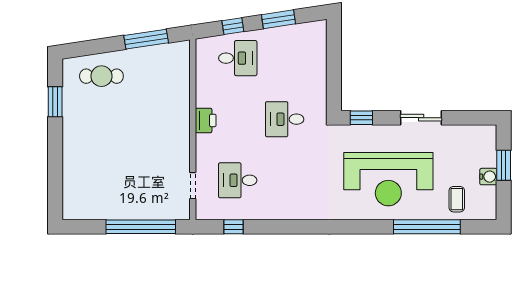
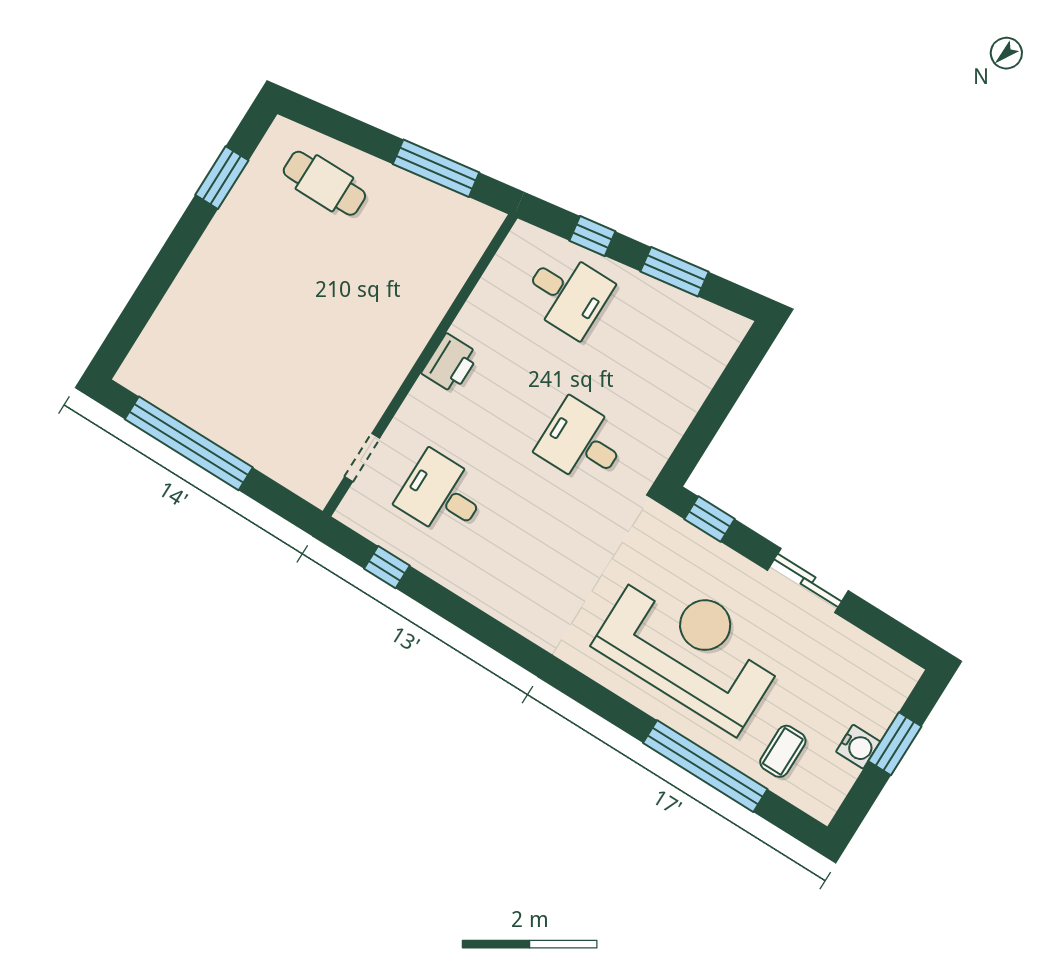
reception desk: (388, 179) -> (691, 648), turned 180
window: (141, 227) -> (189, 443), moved

